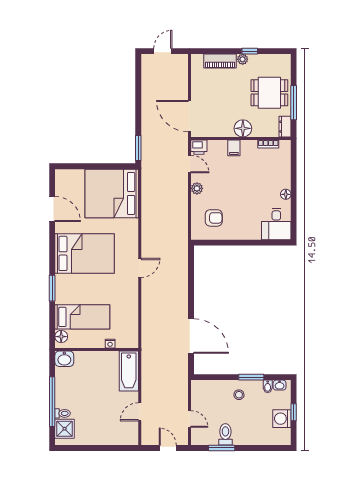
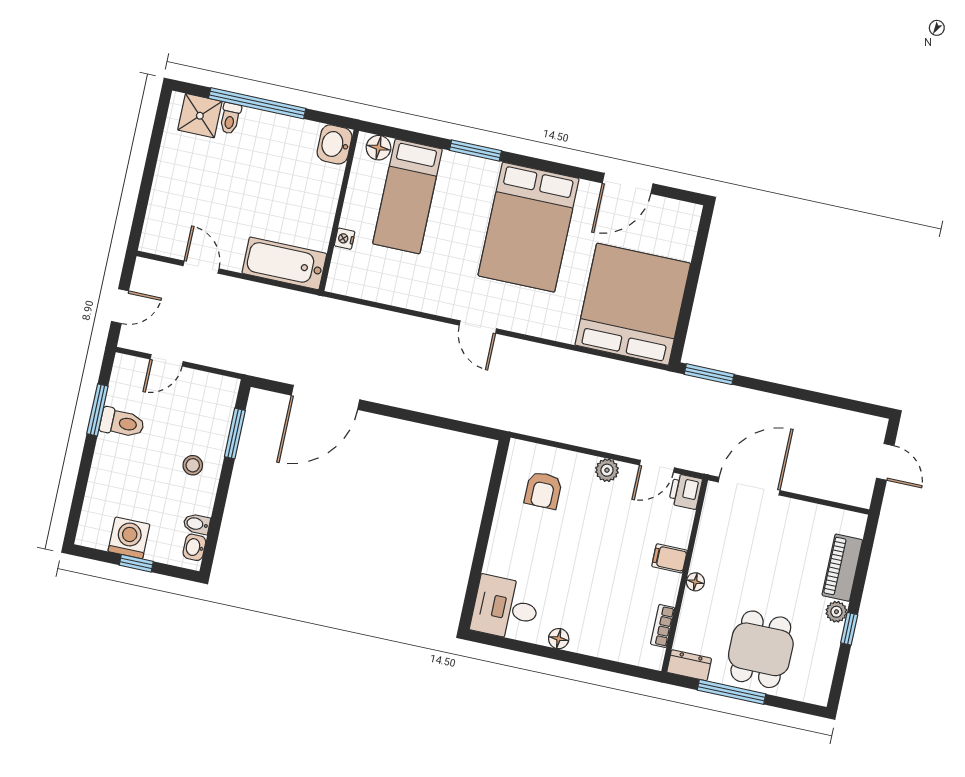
floor lamp: (243, 128) -> (695, 582), width x0.53, depth x0.53
window: (251, 377) -> (235, 433), moved

